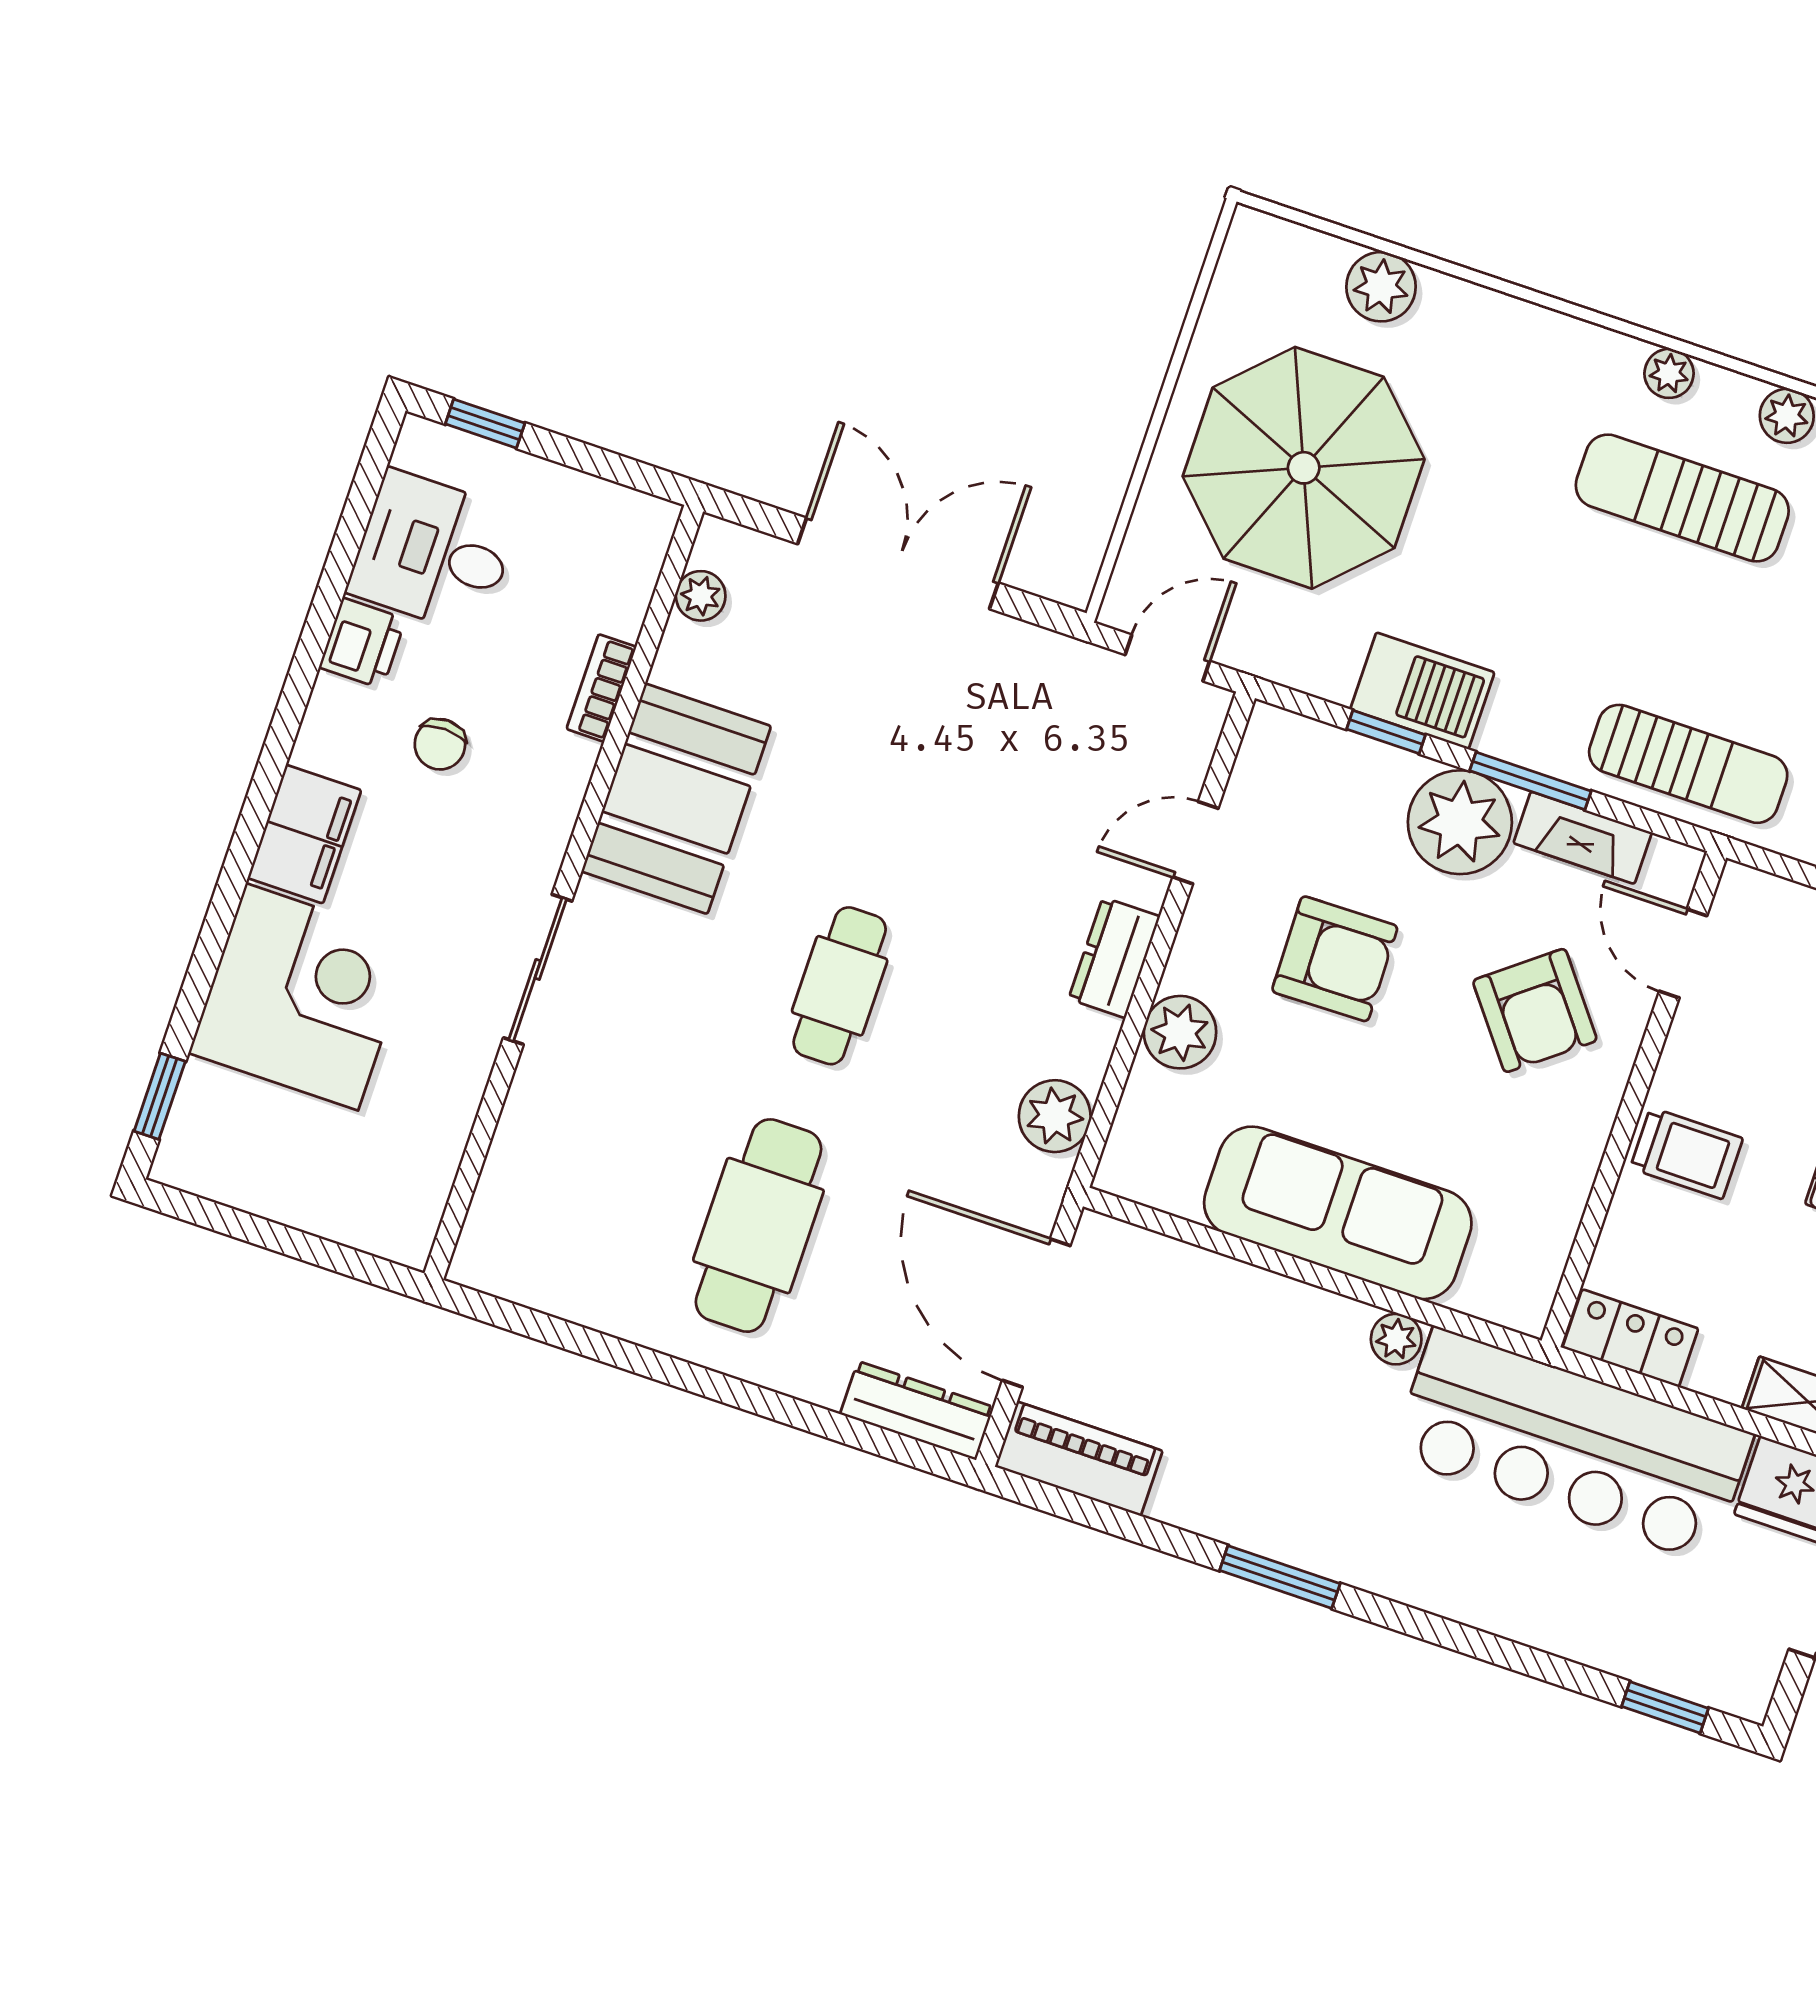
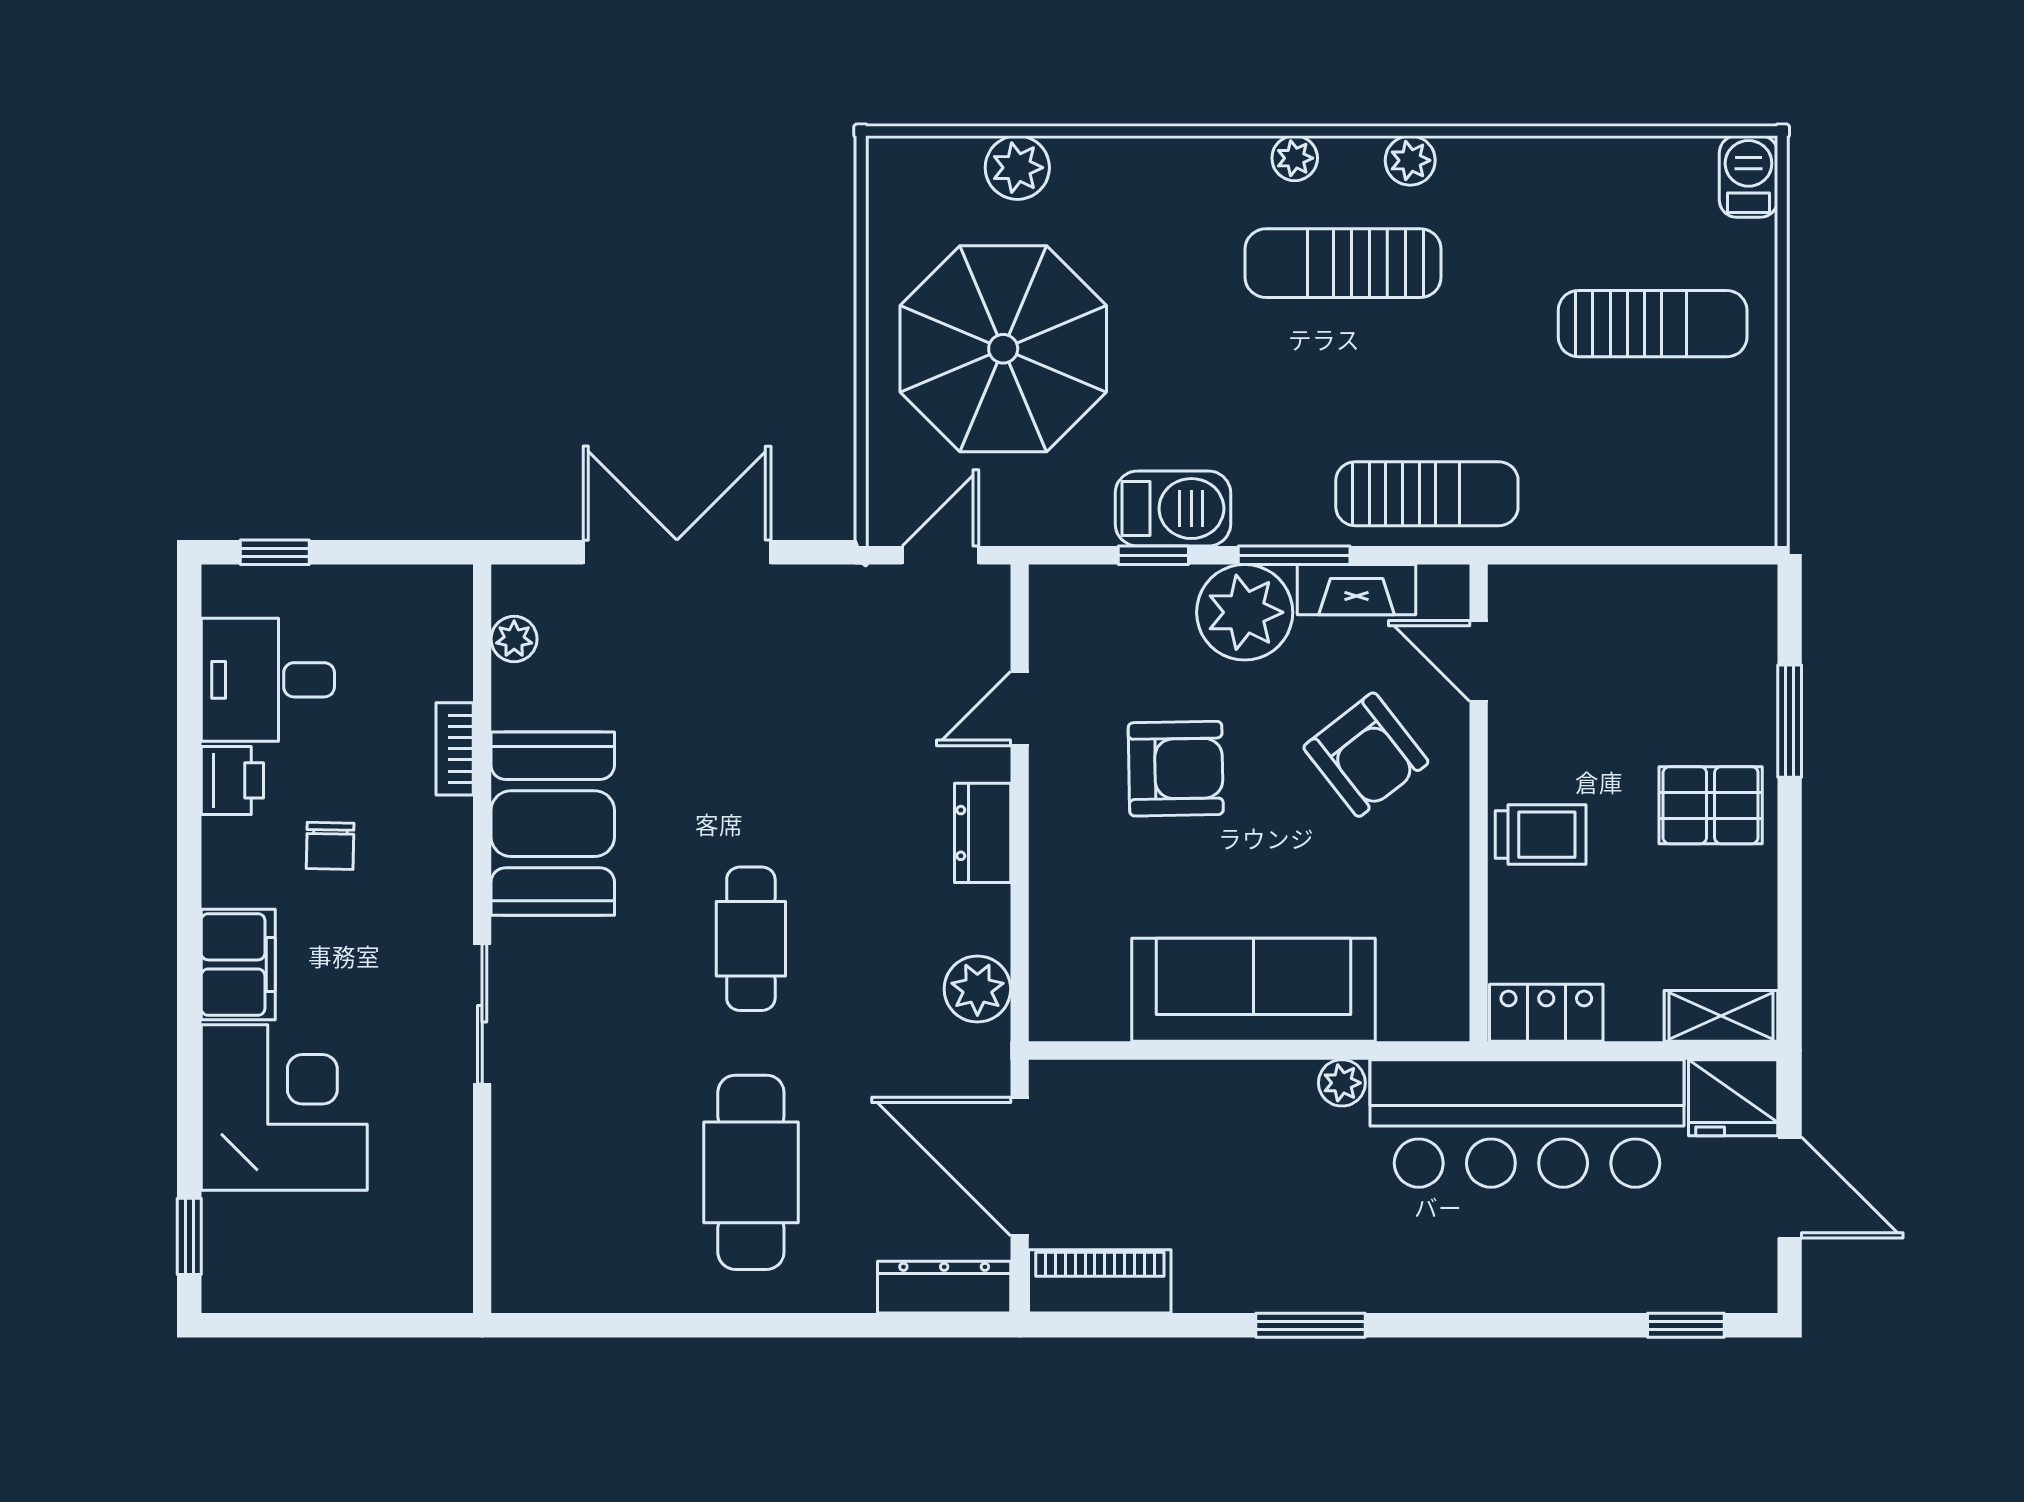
plant: (1180, 1032) -> (1062, 879), removed

